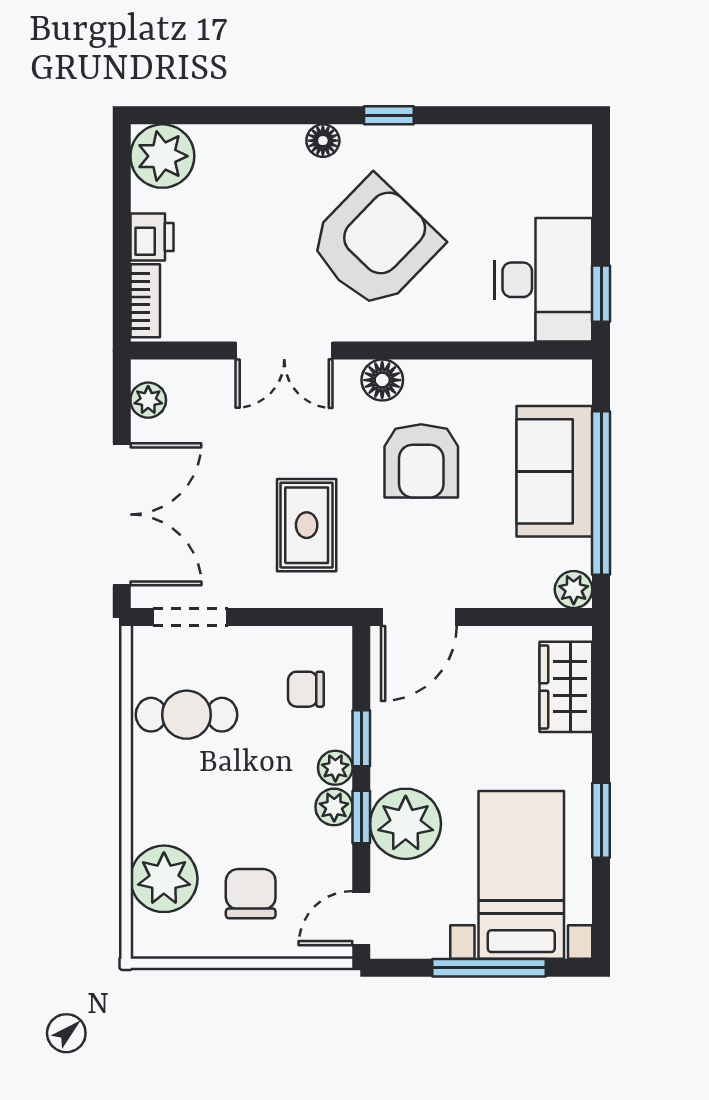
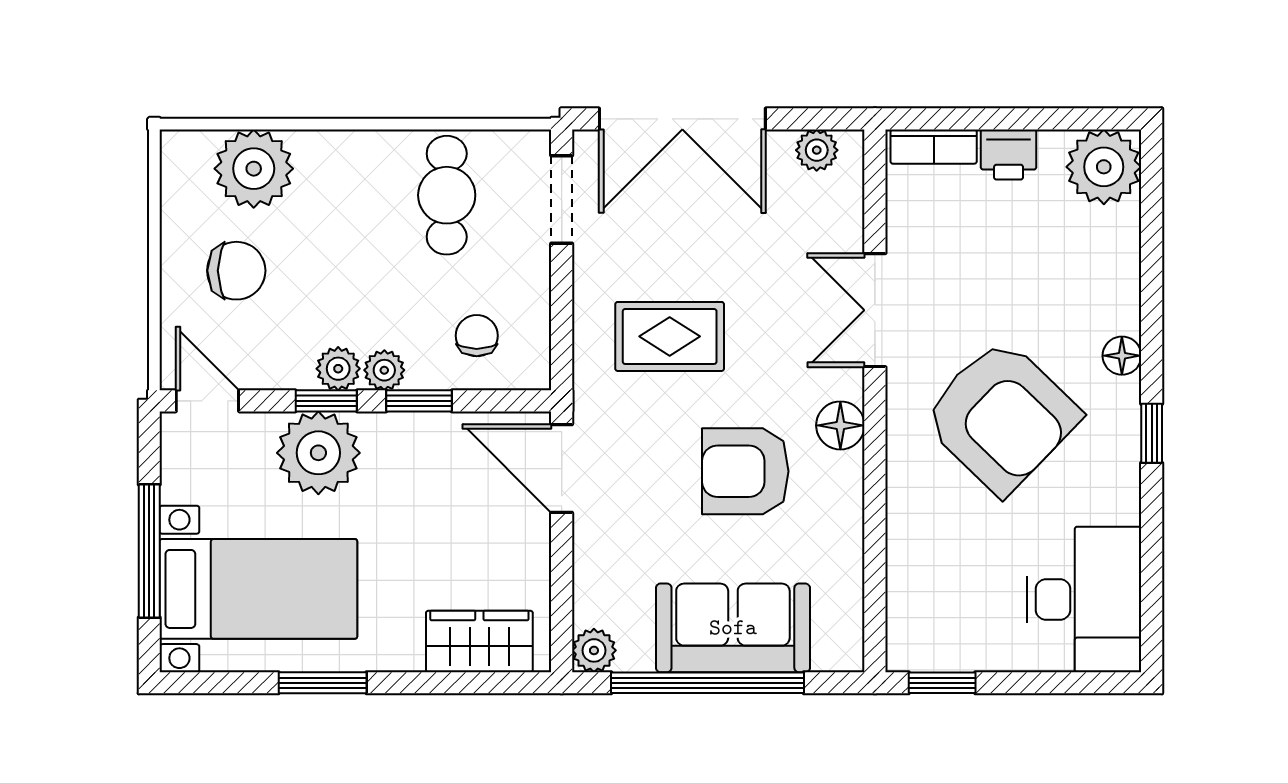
desk: (544, 280) -> (1084, 599), moved, turned -90

